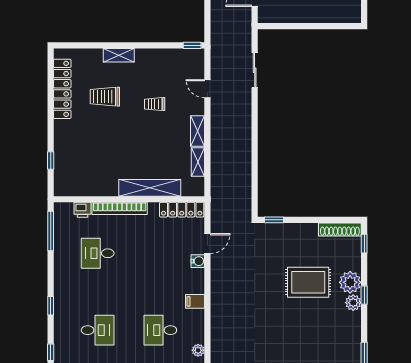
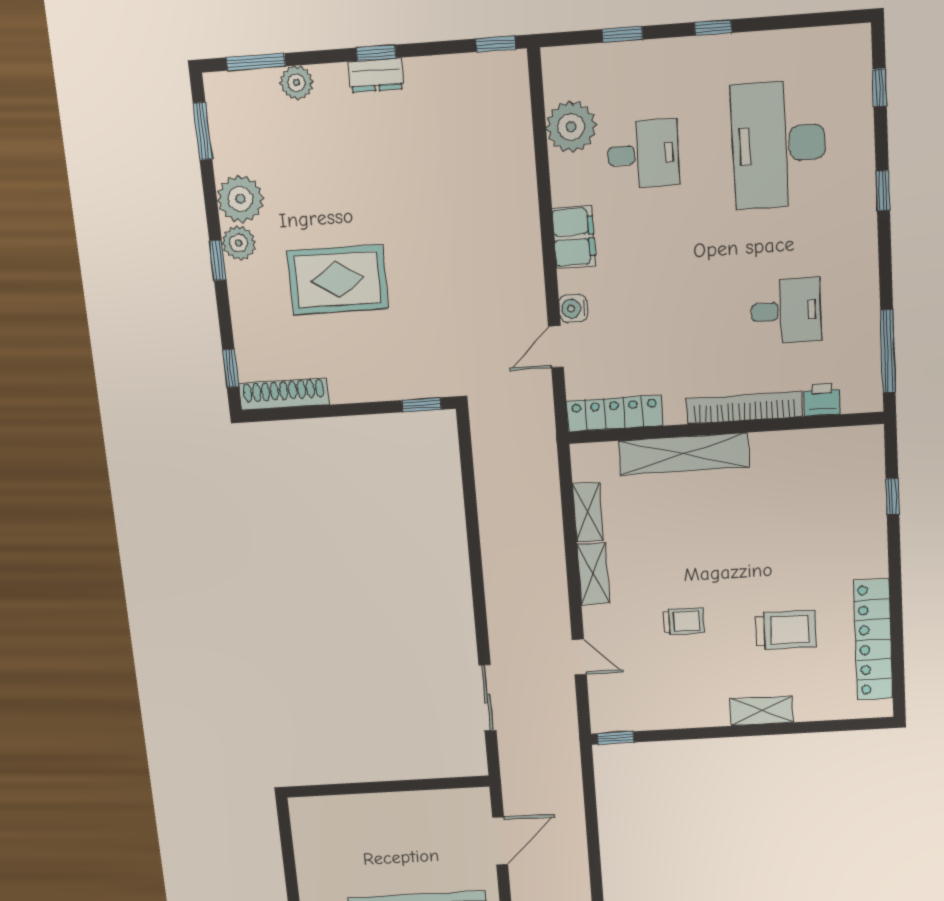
plant: (350, 282) -> (240, 199), moved
filing cabinet: (195, 301) -> (574, 237), width x2.00
desk: (98, 330) -> (779, 144), width x1.87, depth x1.30
plant: (198, 350) -> (571, 127), width x1.87, depth x1.87

